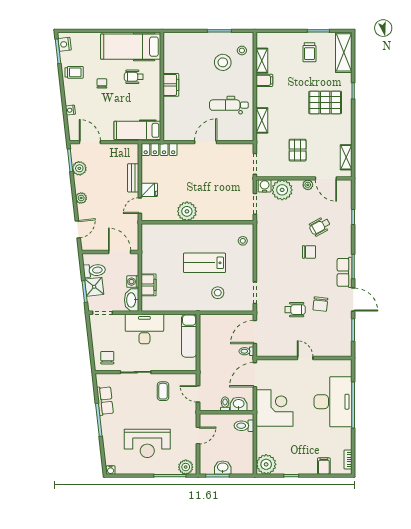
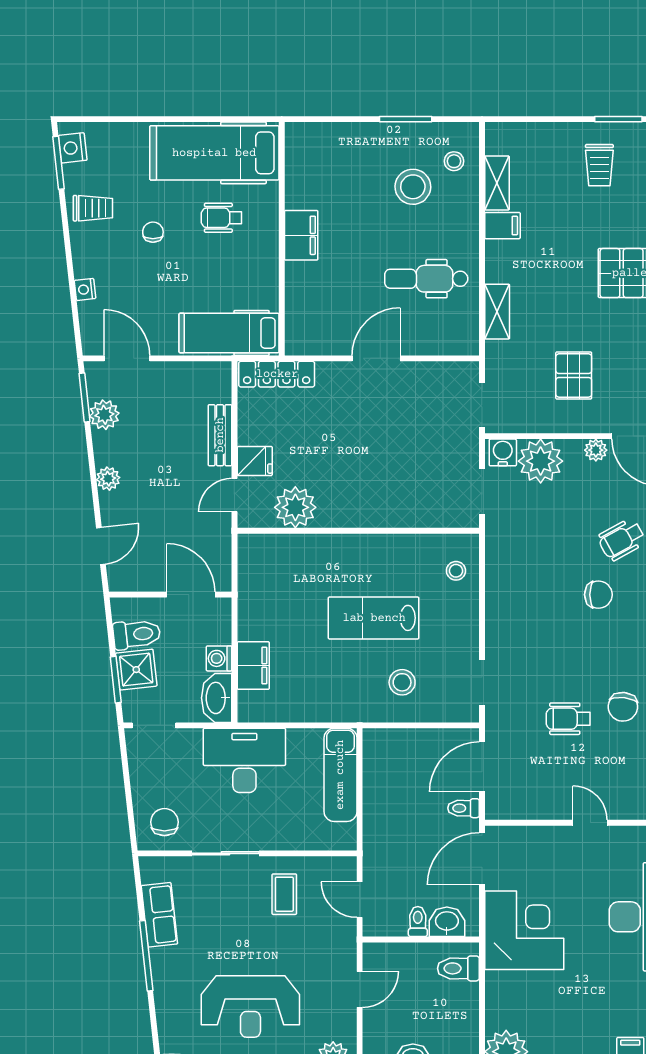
plant: (187, 211) -> (295, 507), moved
wheelchair: (295, 310) -> (568, 719), turned 180

